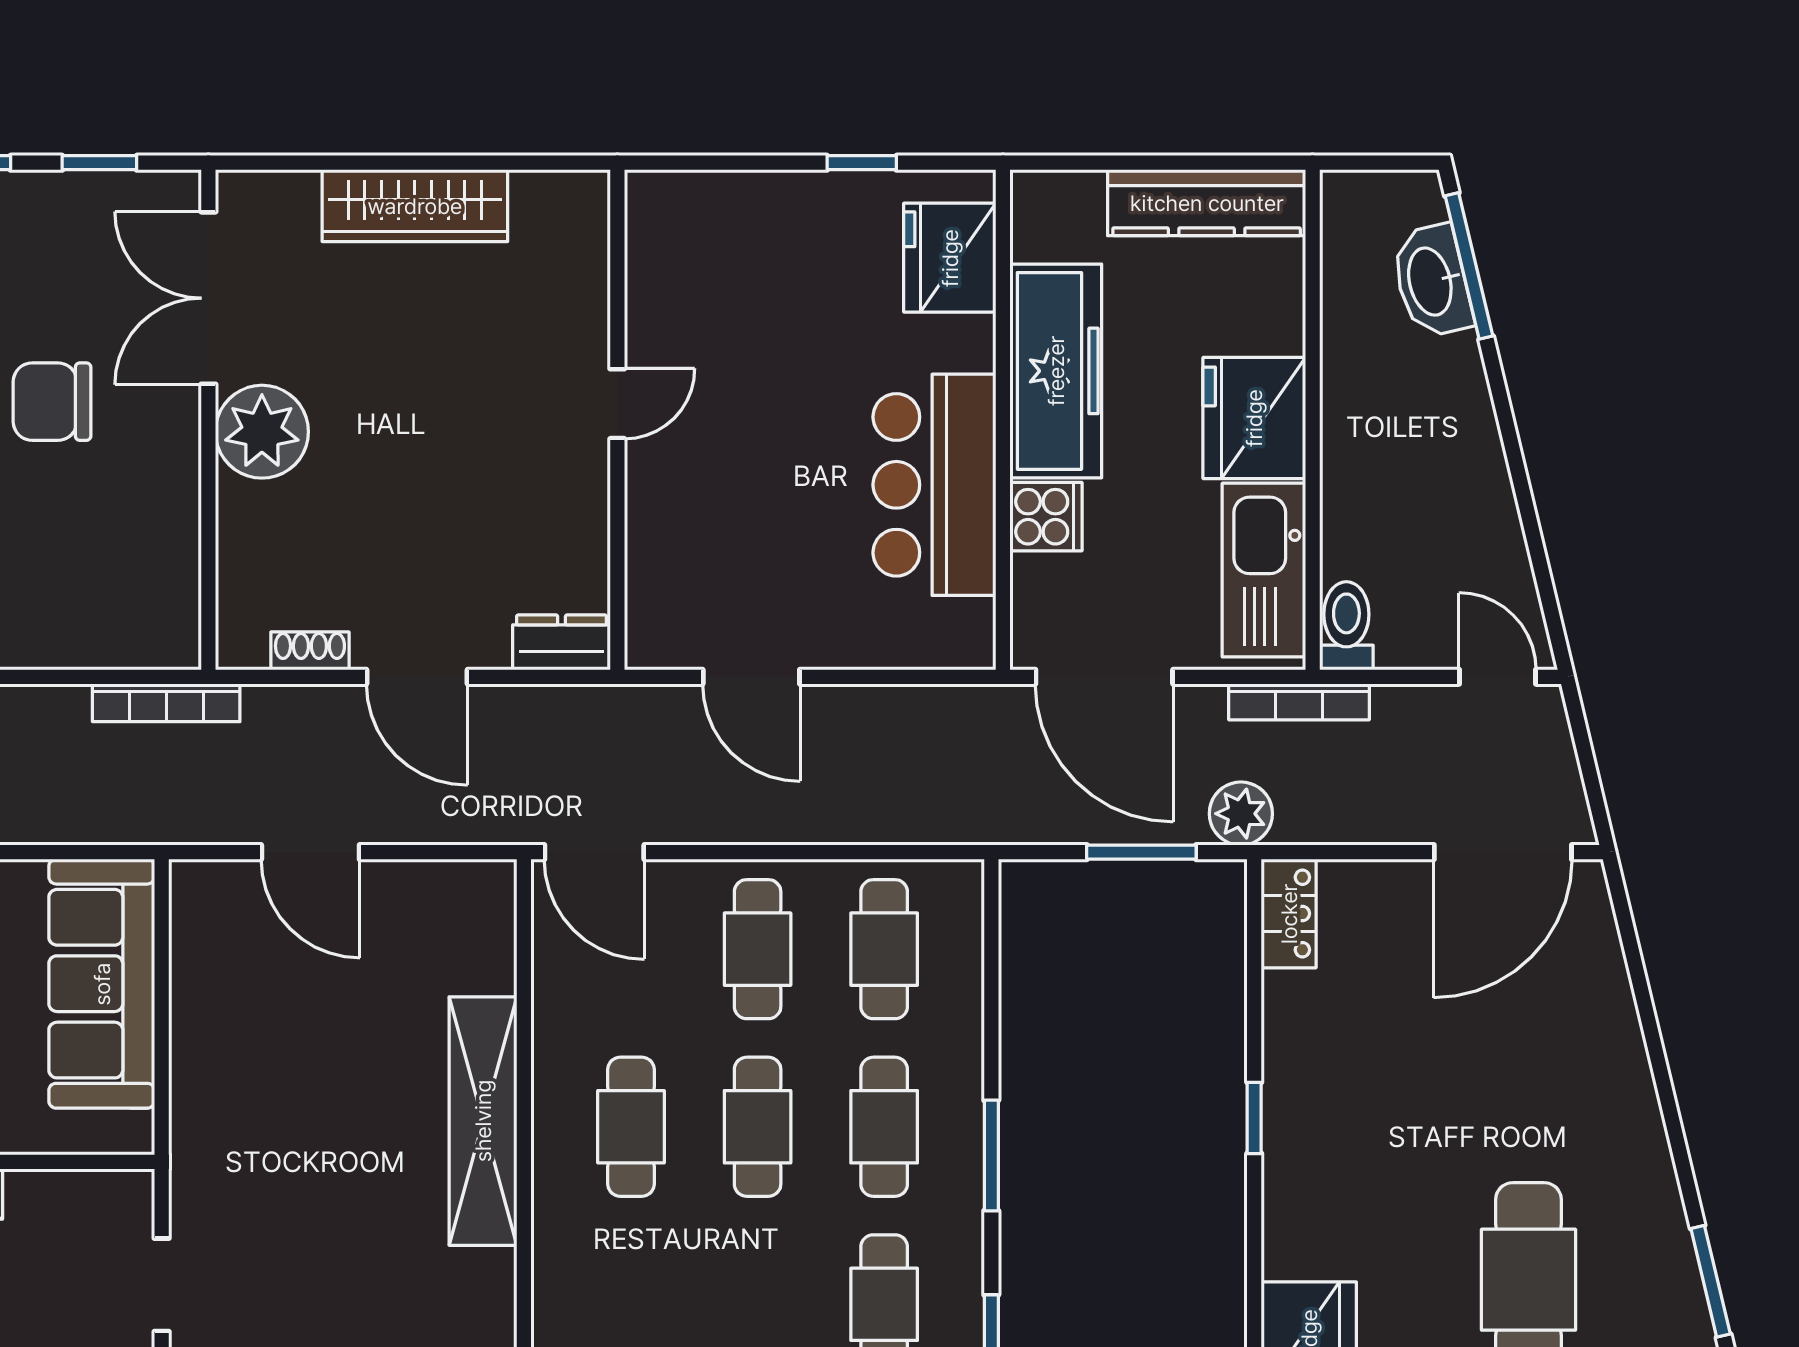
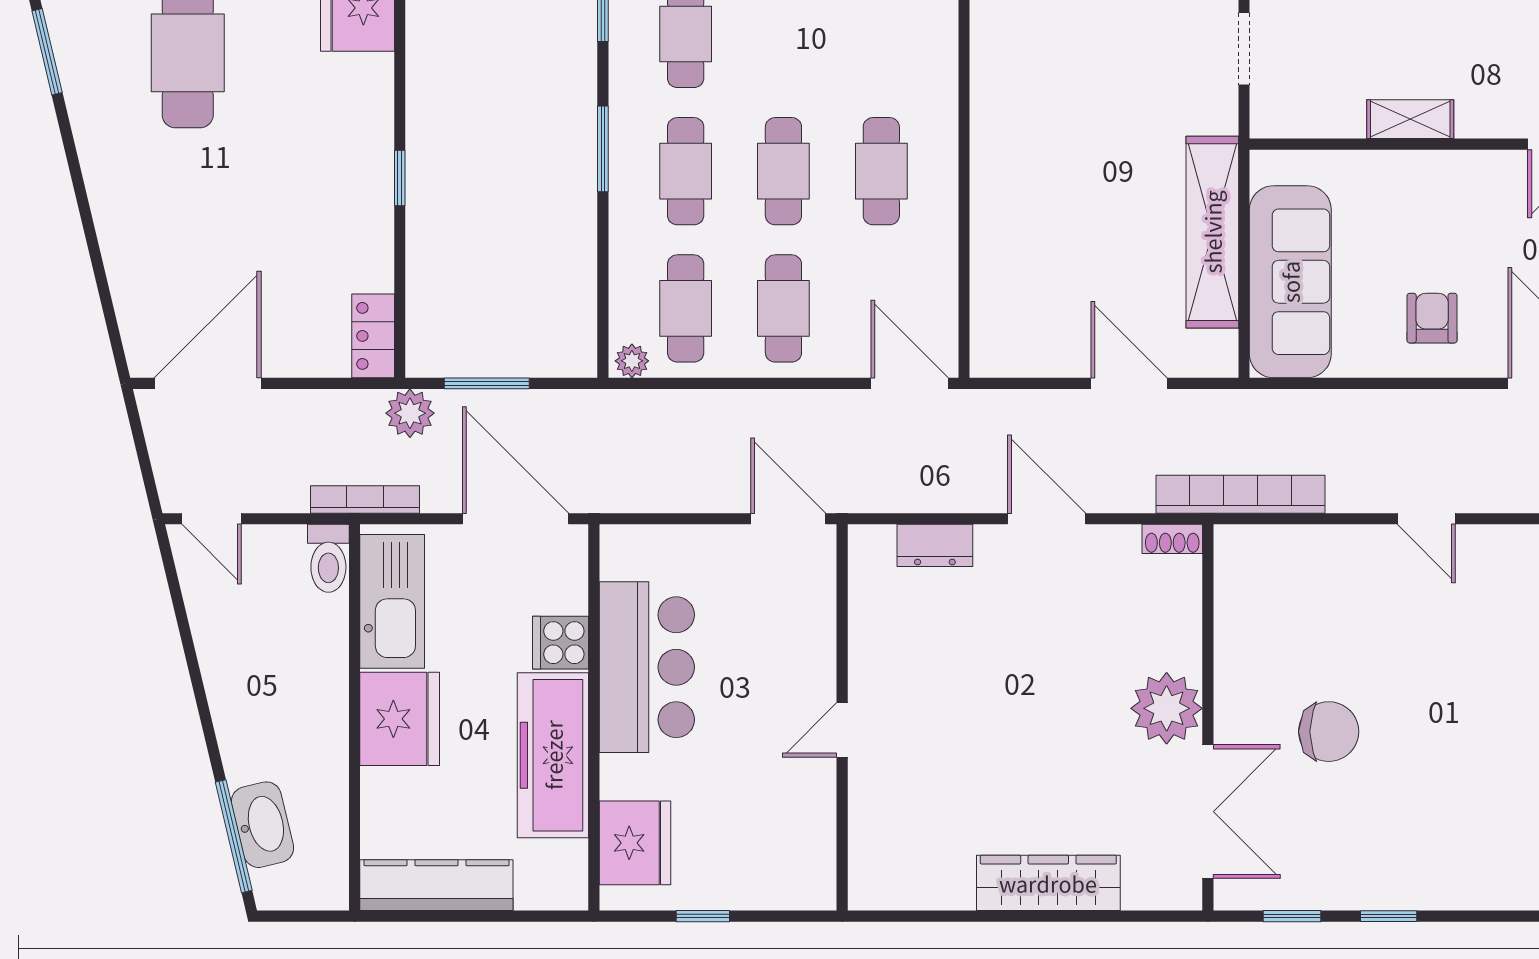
door: (617, 404) -> (842, 730), moved
wall: (617, 420) -> (842, 717), moved
shoe rack: (310, 651) -> (1172, 539), moved
bookcase: (166, 703) -> (1240, 494), width x1.48, depth x1.31
plant: (954, 881) -> (632, 361), added
shelving: (483, 1121) -> (1212, 232), moved

